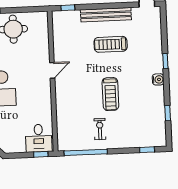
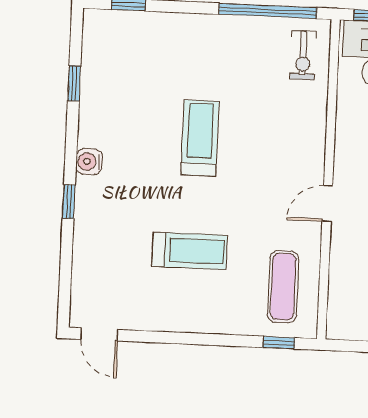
bench: (106, 15) -> (194, 319), removed
exercise mat: (68, 32) -> (283, 287), added
exercise bike: (100, 129) -> (303, 55), moved

